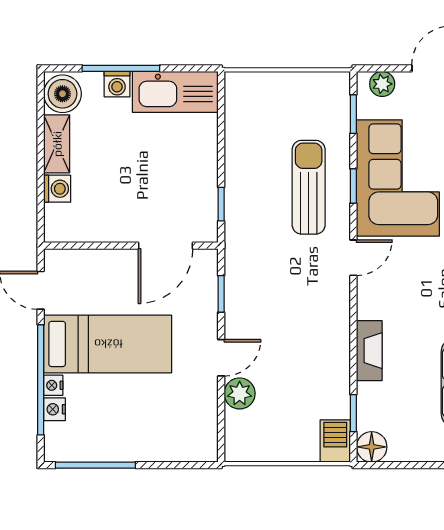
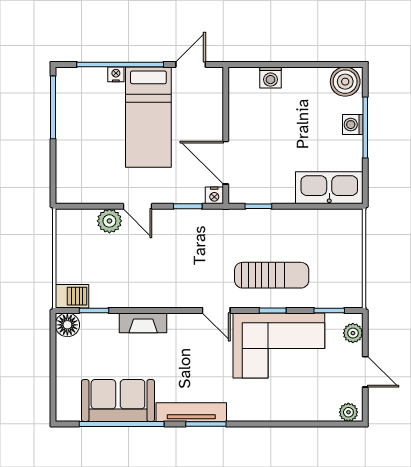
kitchen sink: (175, 92) -> (329, 188), moved, turned 90
shelving: (57, 144) -> (306, 77), removed
nightstand: (54, 409) -> (214, 195), moved, turned 180

